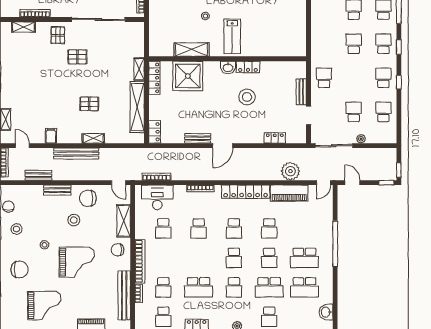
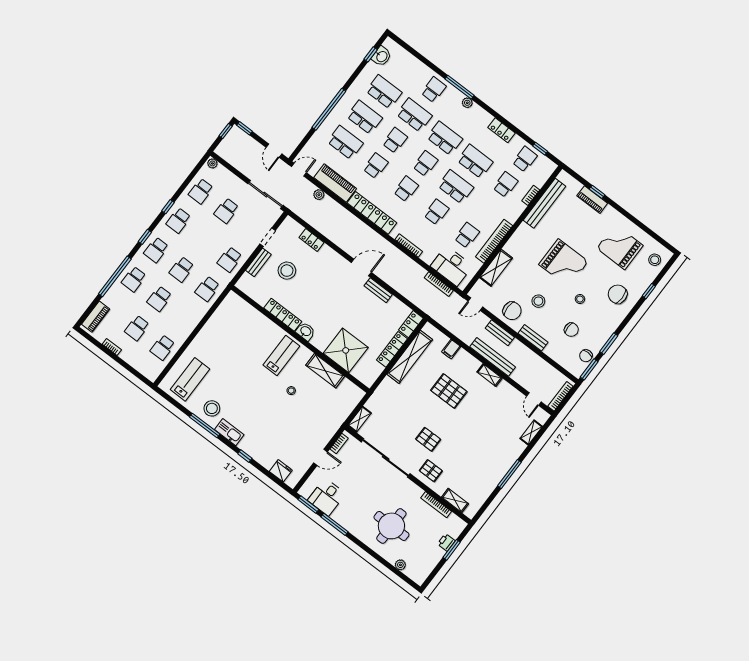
pallet: (58, 35) -> (431, 471), turned 90
school desk: (324, 44) -> (207, 289), added
locker: (248, 67) -> (283, 315), width x1.53
shelving: (139, 69) -> (360, 419), moved
locker: (154, 78) -> (392, 349), moved
stool: (247, 97) -> (287, 271), moved
pallet: (89, 104) -> (449, 391), width x1.50, depth x1.42
filing cabinet: (51, 136) -> (451, 349), moved
shelving: (93, 138) -> (489, 375), moved
plant: (361, 139) -> (212, 163), moved
plant: (290, 171) -> (319, 195), width x0.53, depth x0.53
bench: (38, 175) -> (500, 333), moved
door: (118, 183) -> (475, 304), swing flipped
school desk: (304, 228) -> (345, 143), added
stool: (16, 229) -> (655, 260), moved
chair: (118, 250) -> (571, 330), moved
school desk: (199, 258) -> (456, 187), added
bookcase: (140, 261) -> (494, 241), moved
grand piano: (77, 262) -> (563, 263), turned 180
school desk: (234, 287) -> (445, 138), width x1.85
window: (335, 307) -> (371, 54), added

